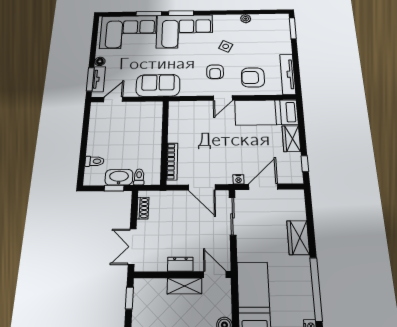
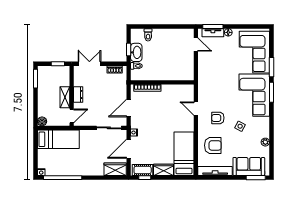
armchair: (253, 77) -> (213, 145), turned 90
sofa: (158, 85) -> (249, 166), moved, turned -90
door: (223, 98) -> (196, 109), moved
cot: (294, 167) -> (143, 170), added
door: (263, 187) -> (129, 149), swing flipped
wardrobe: (298, 238) -> (115, 169), moved

